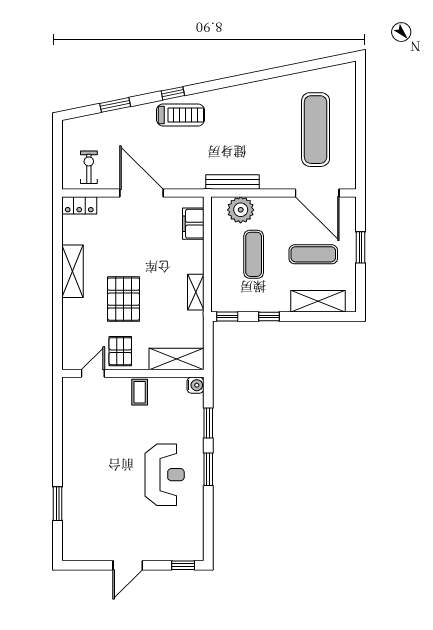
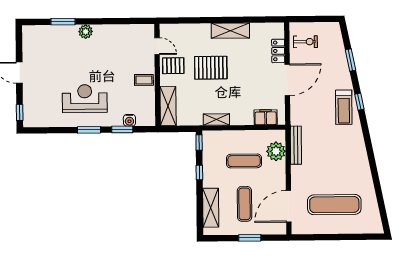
locker: (79, 205) -> (278, 51), moved
water cooler: (195, 385) -> (129, 120), moved
plant: (72, 472) -> (86, 32), added
reception desk: (165, 475) -> (85, 99), turned 180

